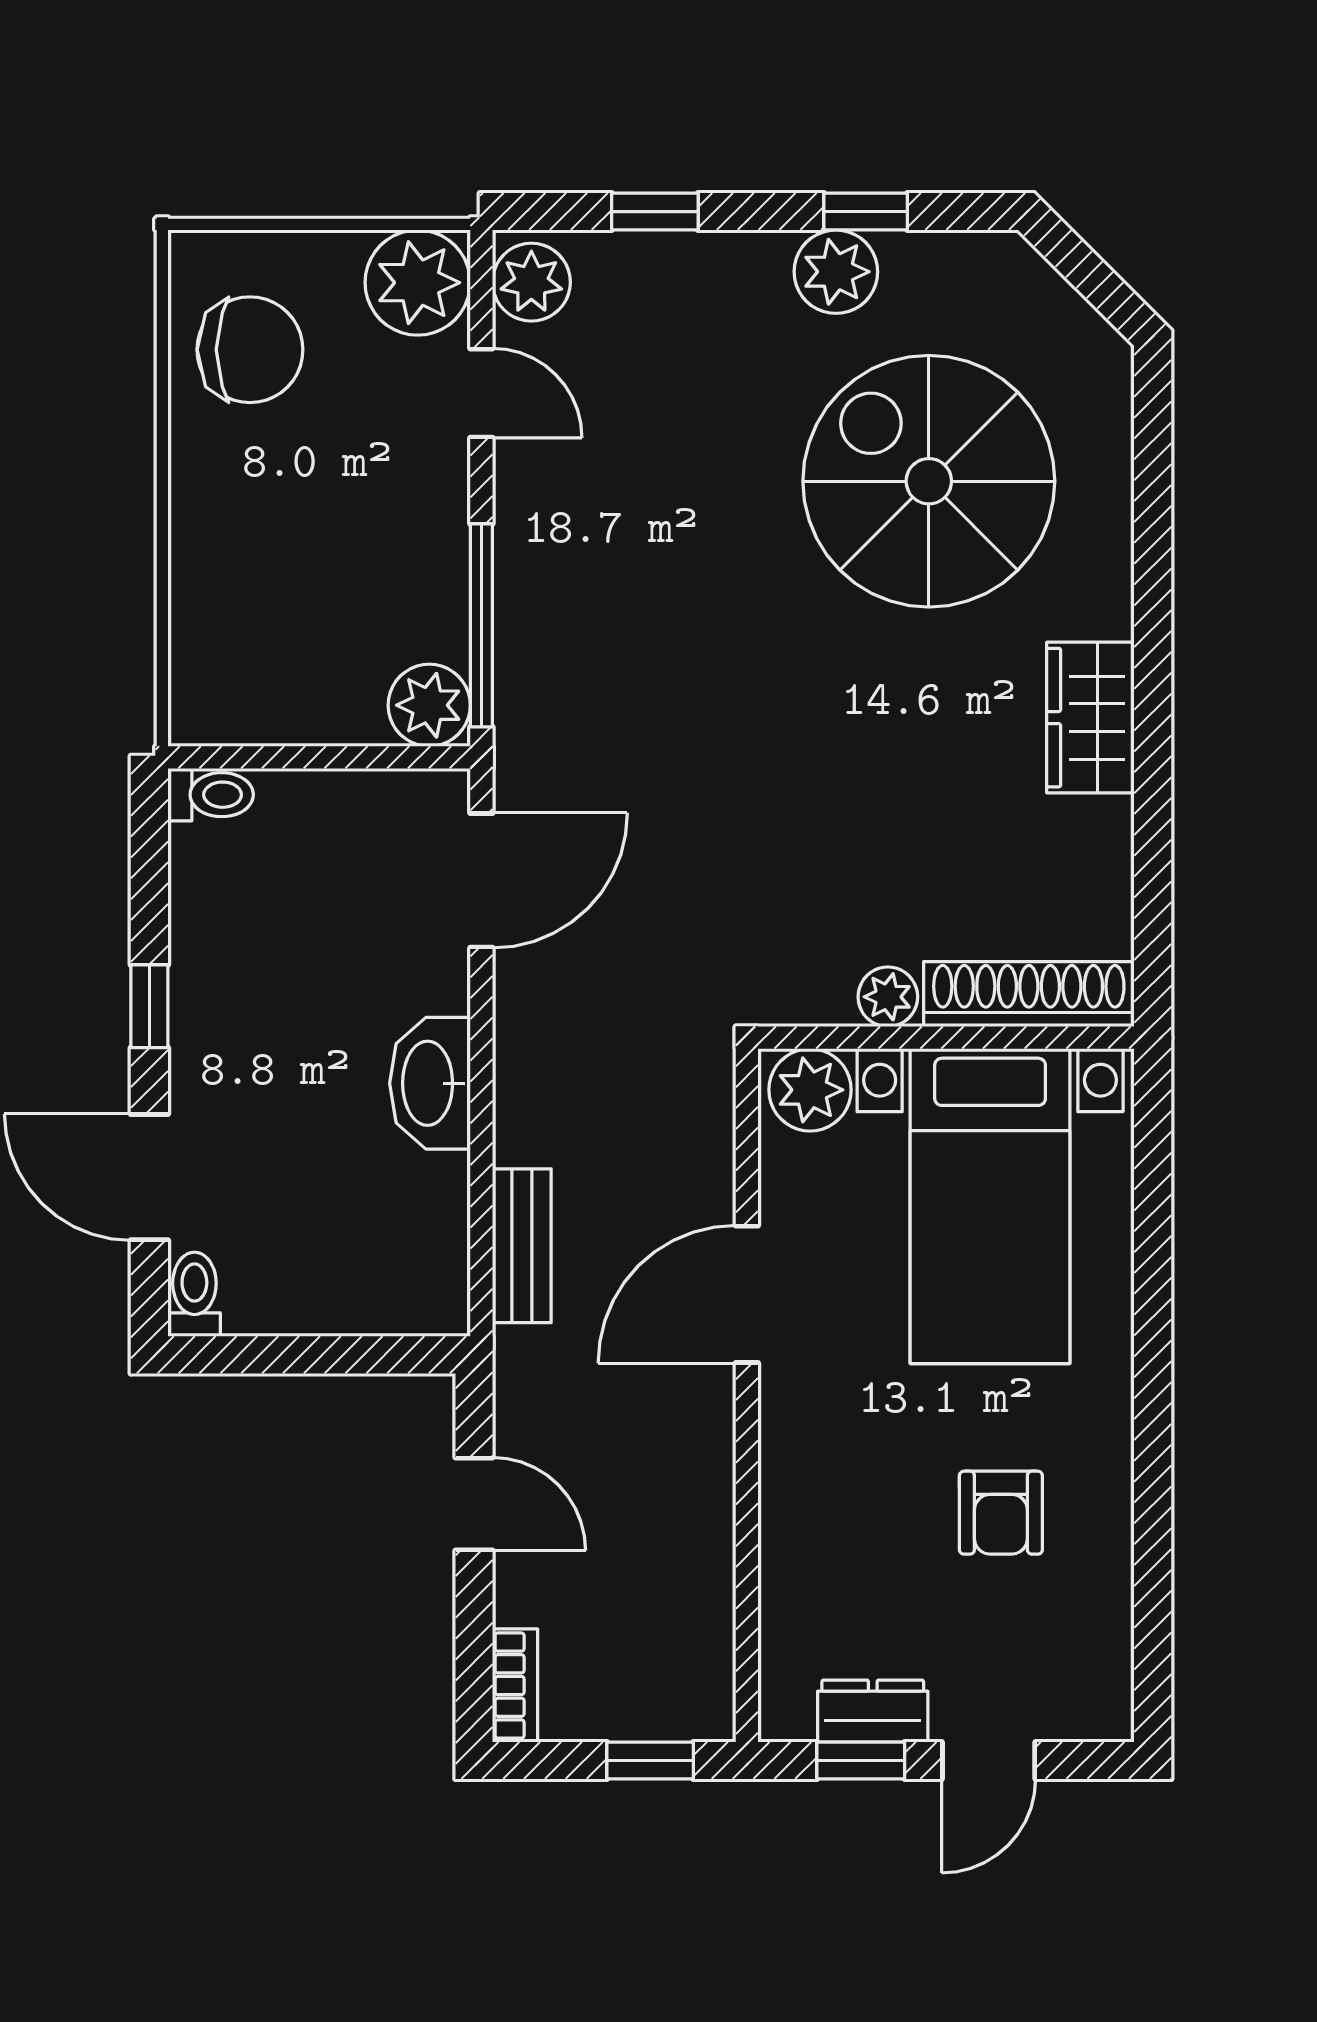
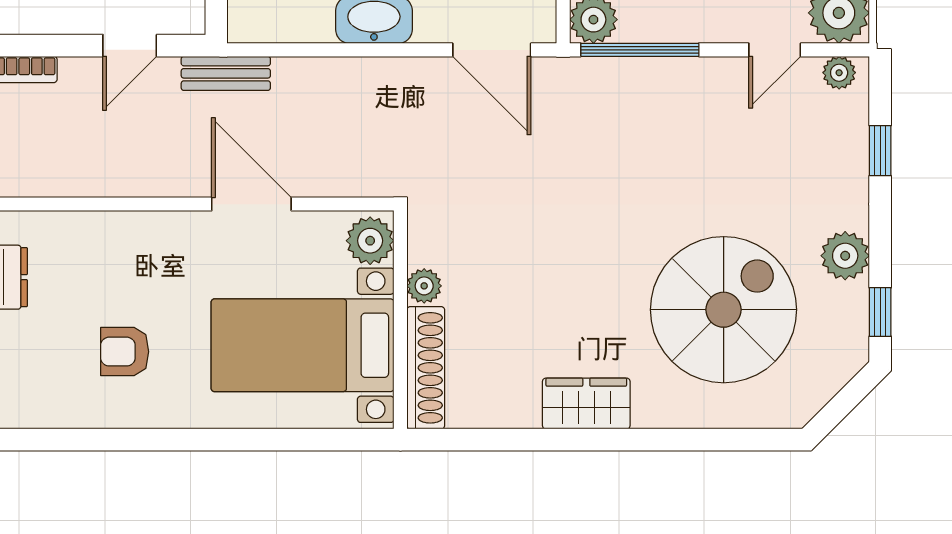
window: (866, 212) -> (880, 312), moved
plant: (531, 282) -> (839, 73), width x0.73, depth x0.73
bench: (522, 1246) -> (226, 73), moved

